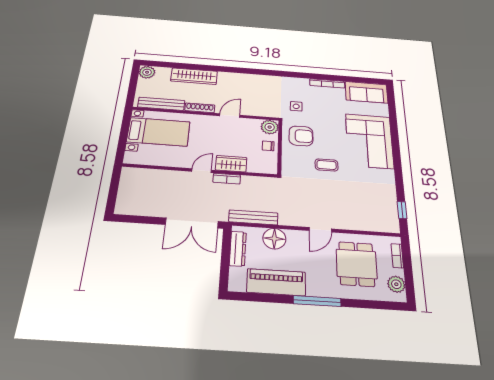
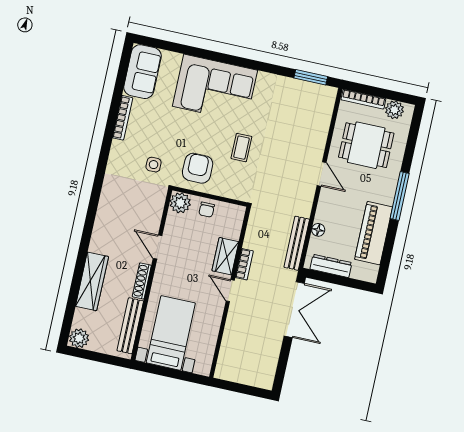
window: (402, 210) -> (311, 77), width x1.50
floor lamp: (274, 239) -> (318, 230), width x0.53, depth x0.53
bookcase: (397, 256) -> (363, 99), width x1.56

